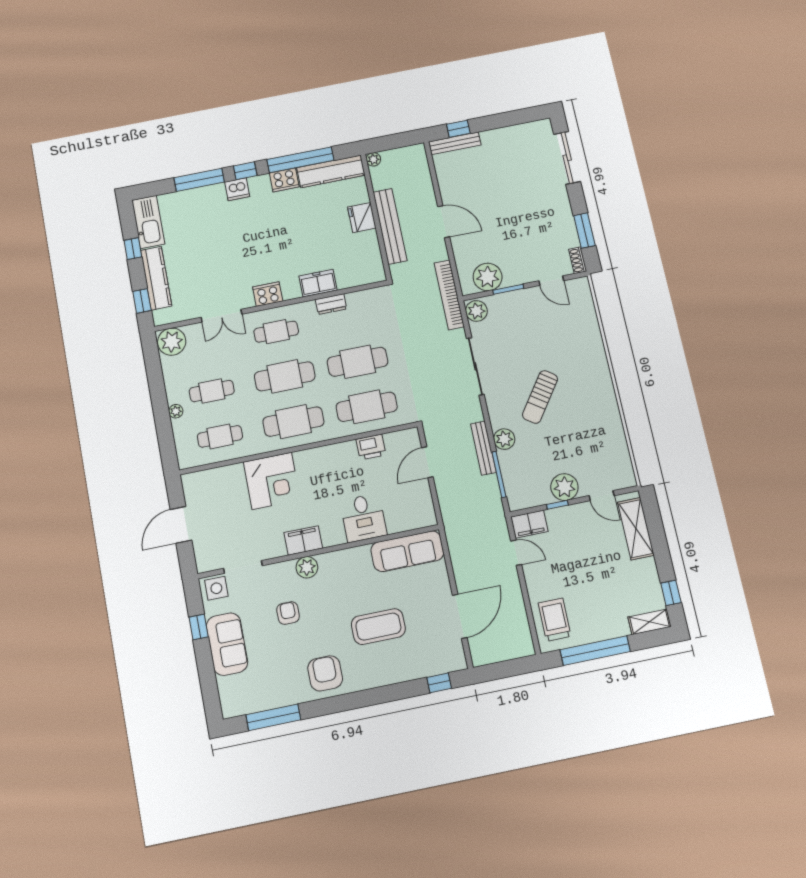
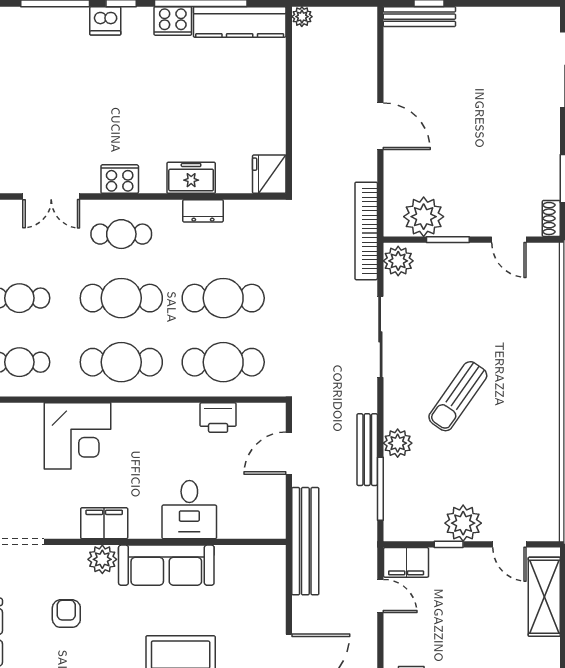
fridge: (362, 218) -> (269, 174), moved
bench: (390, 226) -> (305, 541), moved
sofa: (407, 551) -> (166, 565), moved

